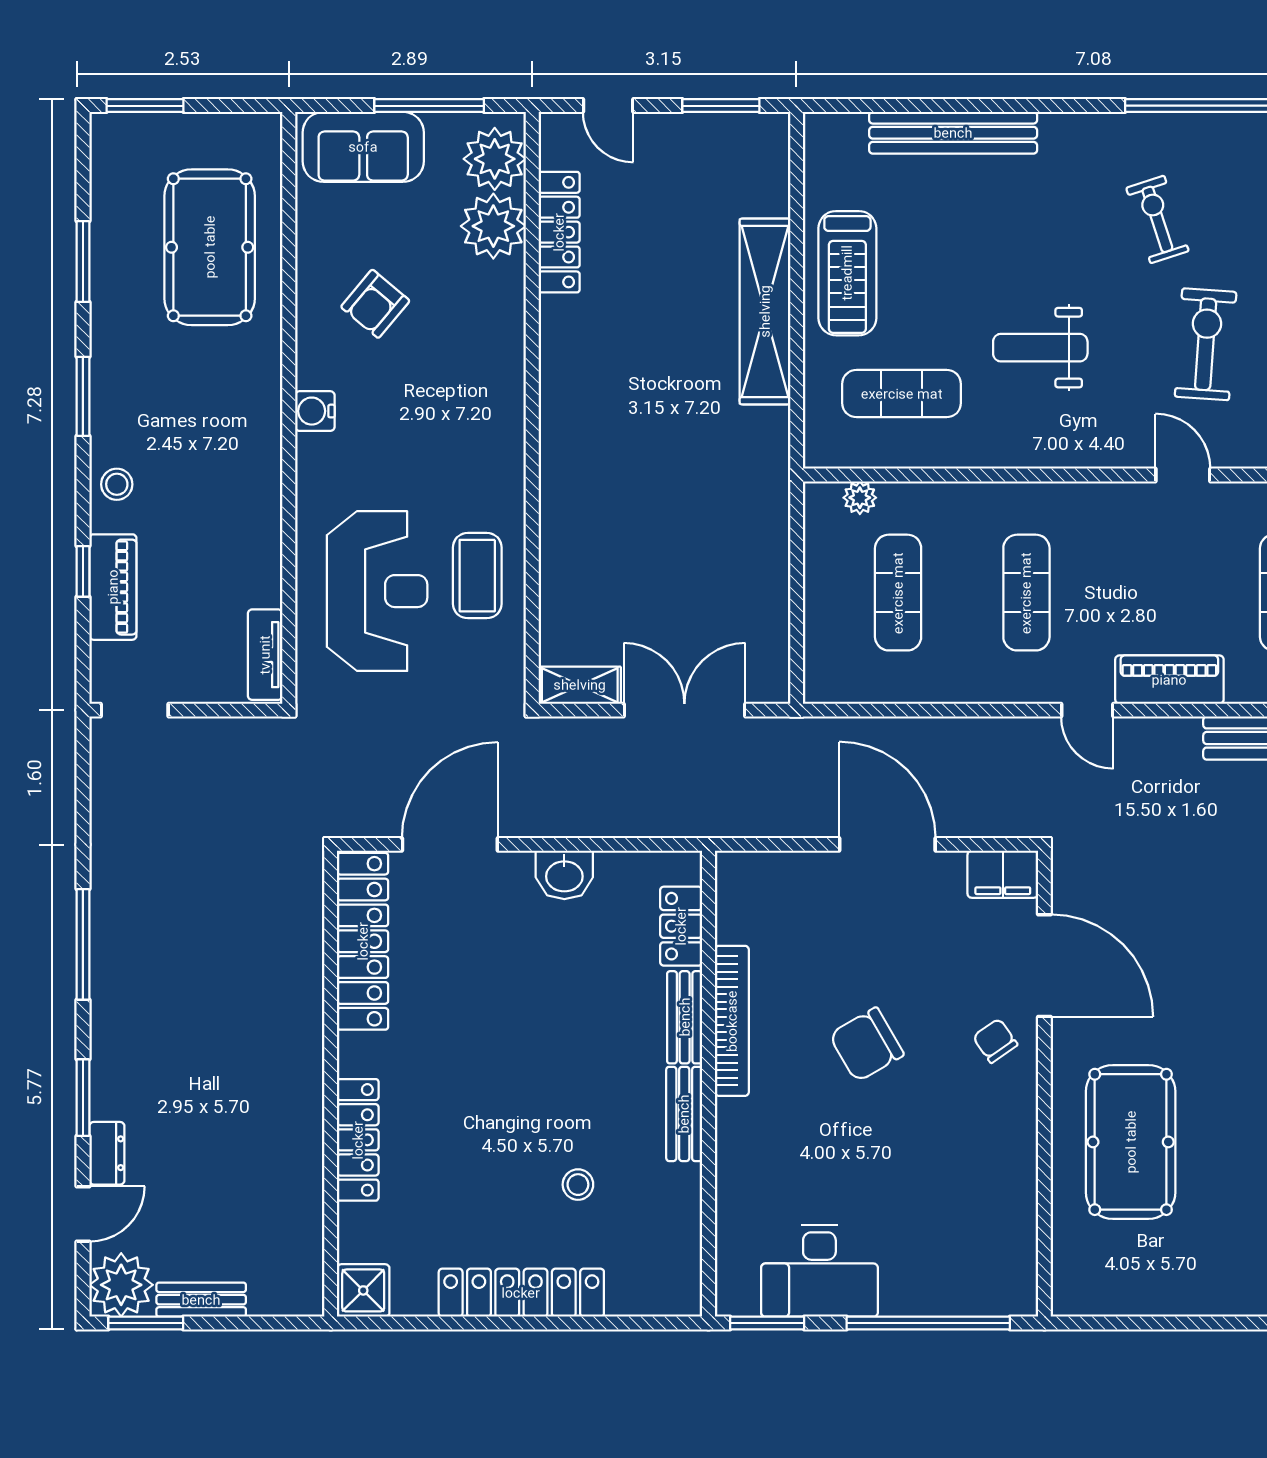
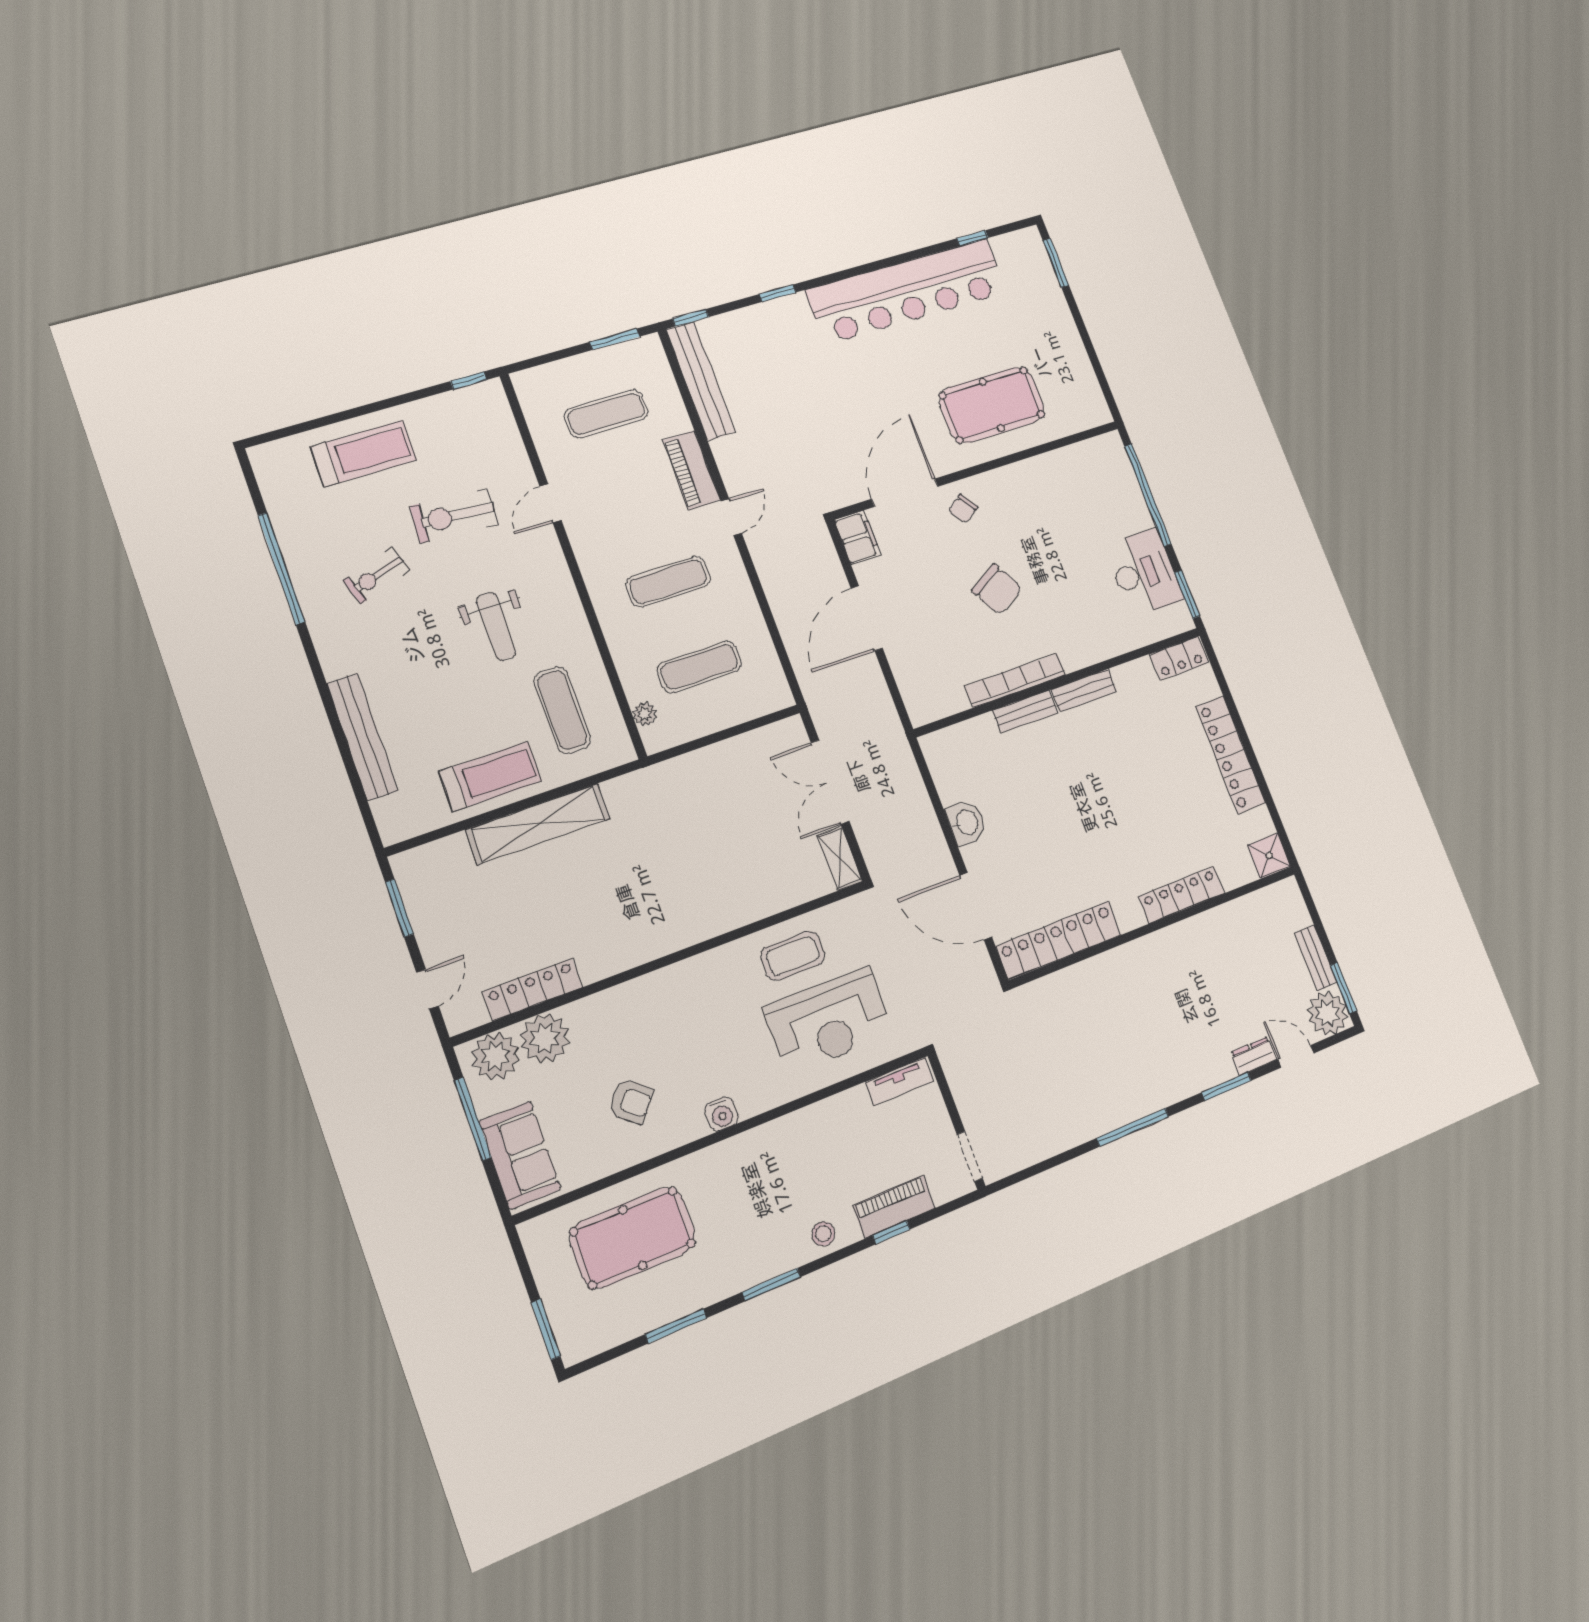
reception desk: (377, 591) -> (829, 1021), turned 180
locker: (681, 926) -> (1179, 658), moved
stool: (578, 1185) -> (1153, 743), removed

